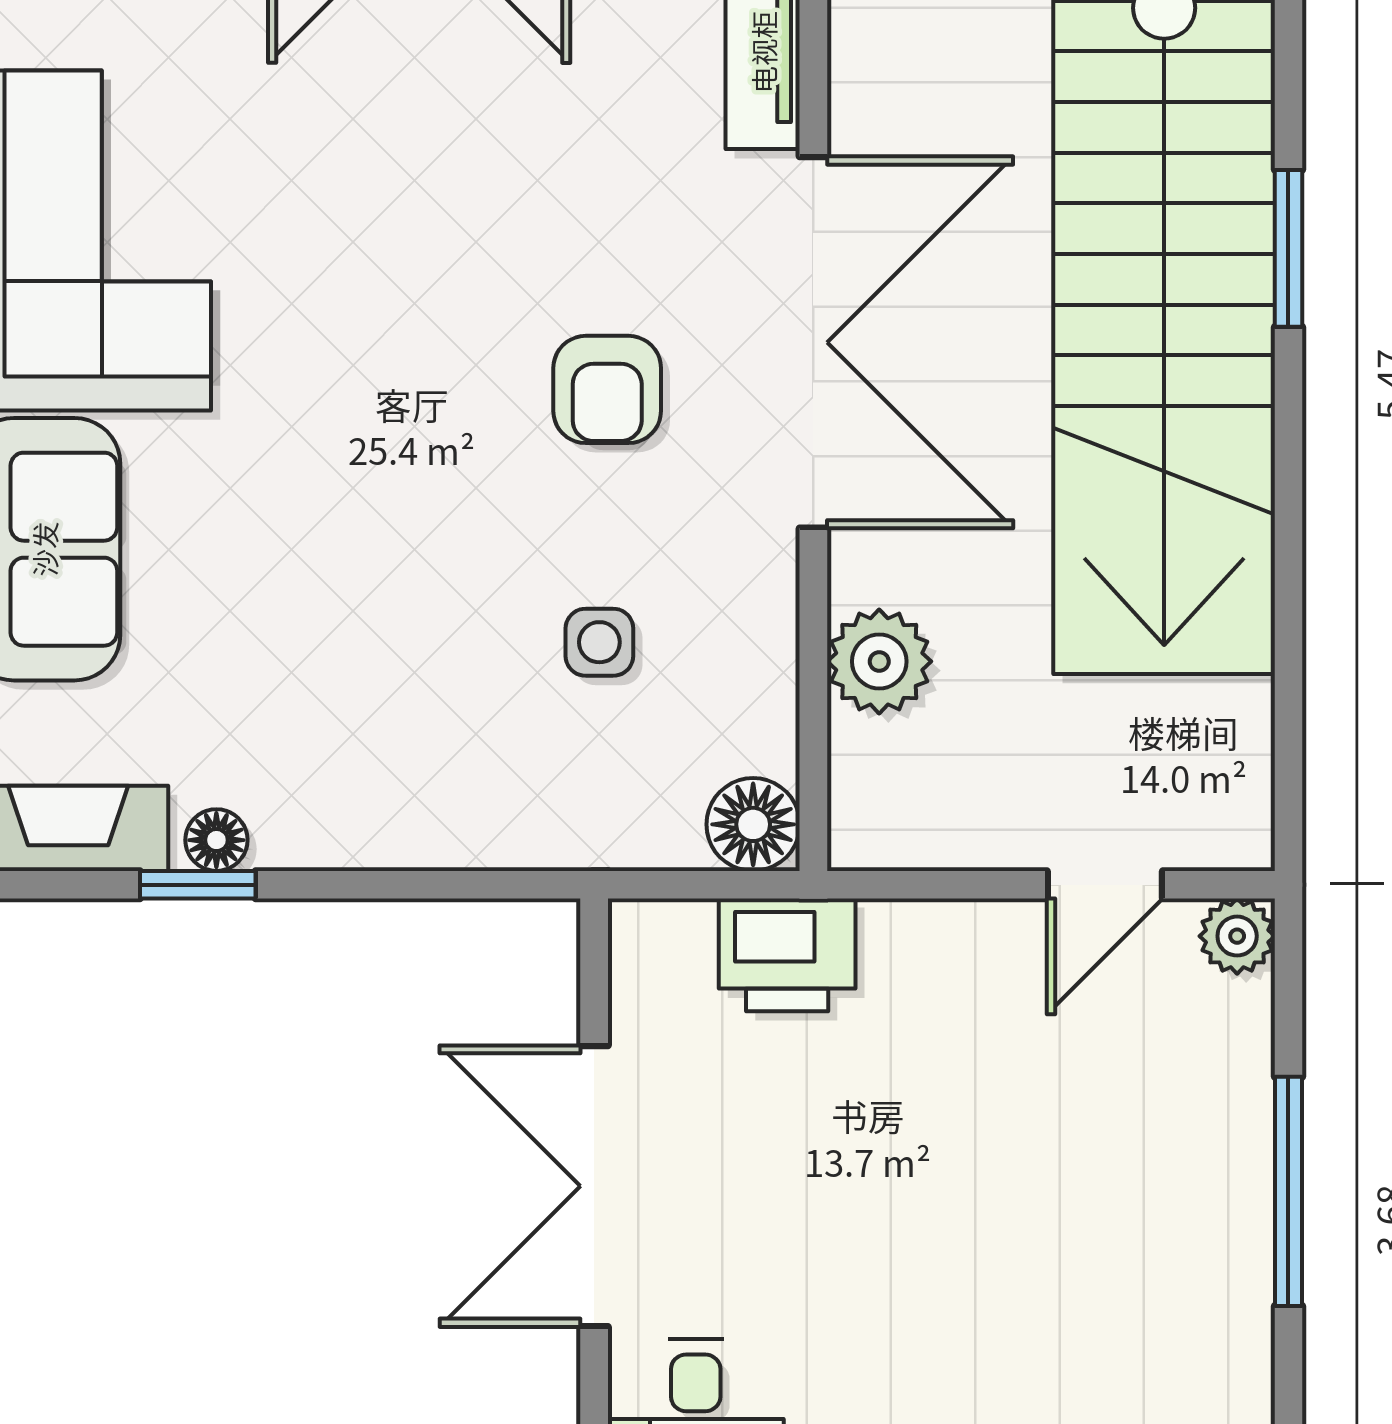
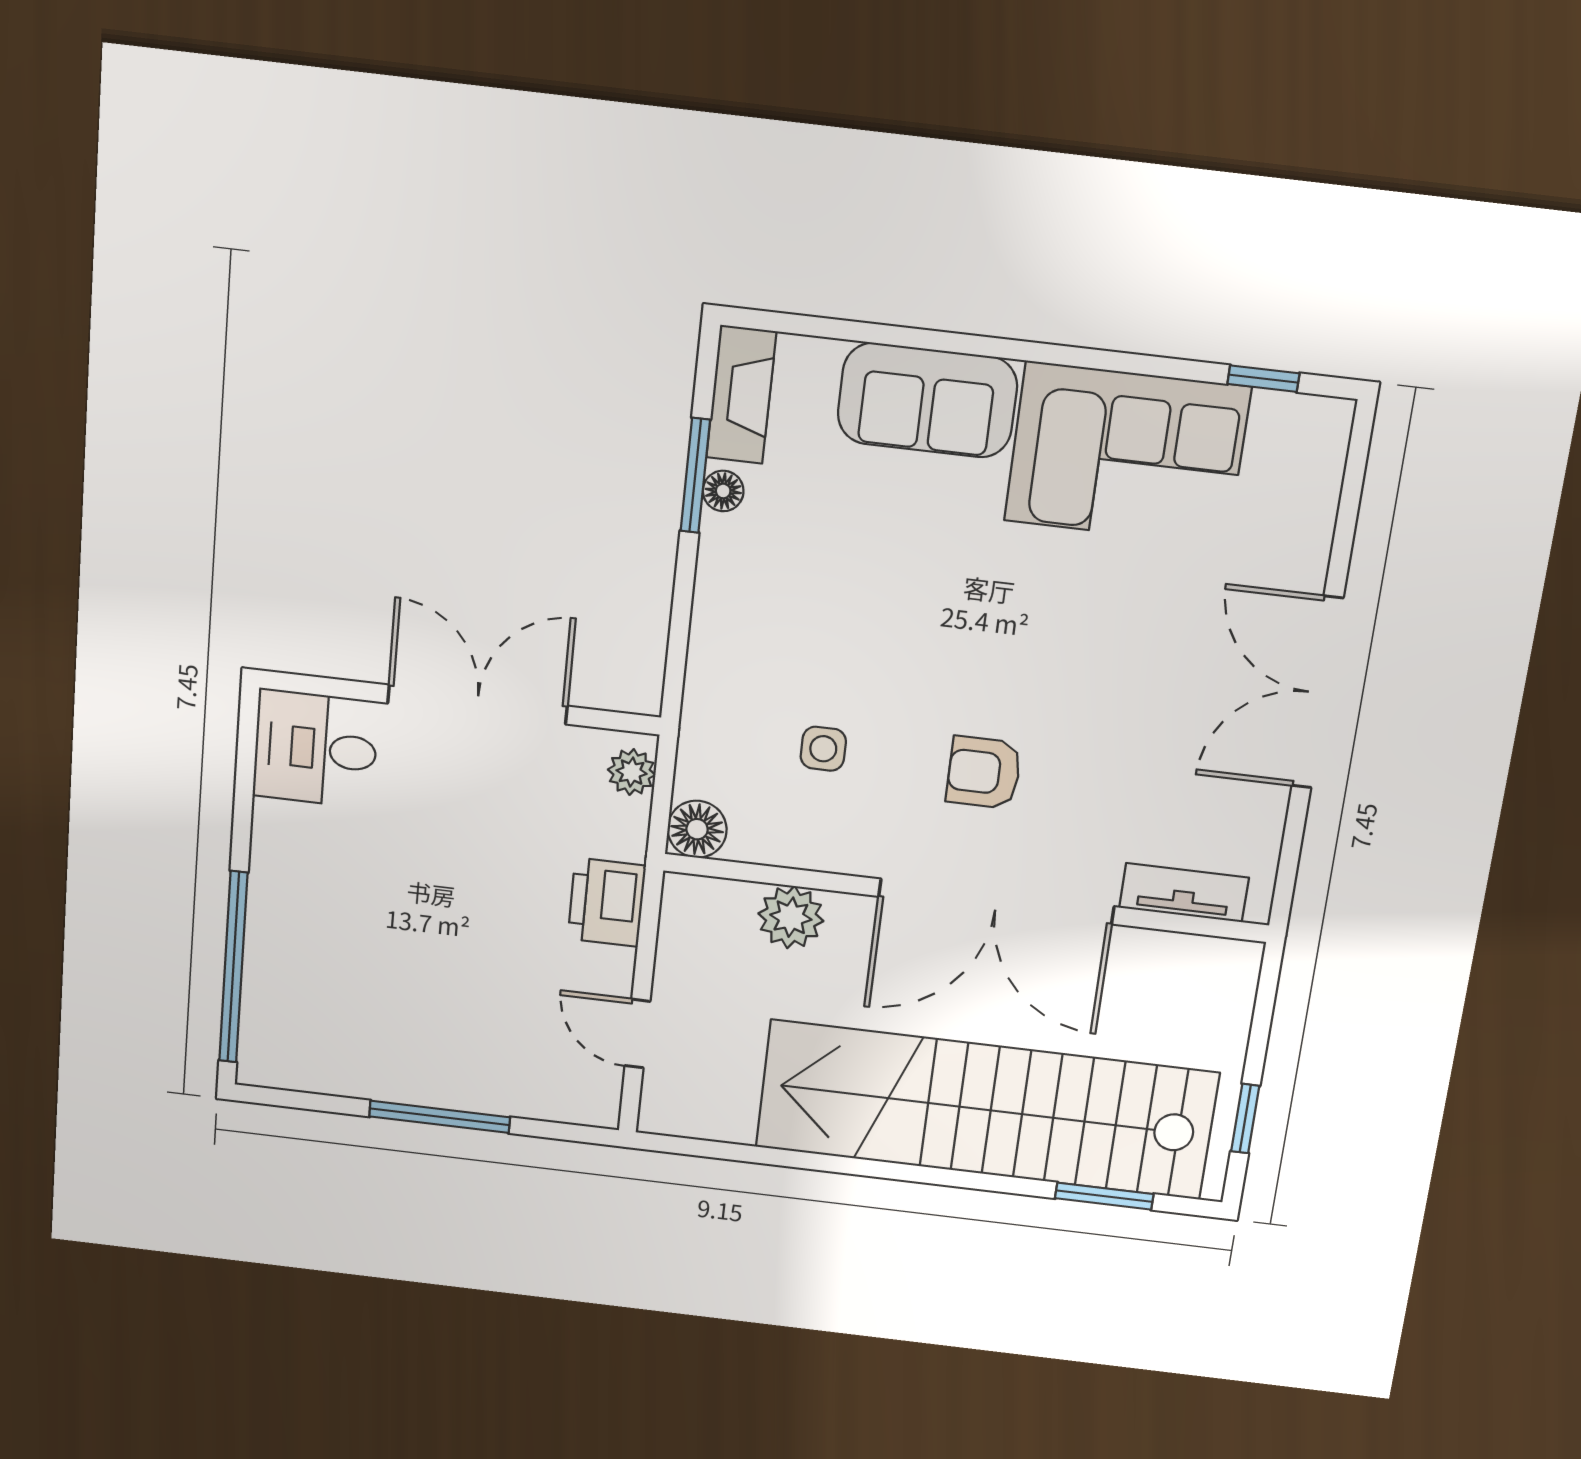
window: (1288, 248) -> (1104, 1196), moved
window: (198, 885) -> (695, 475), width x1.50
plant: (1237, 936) -> (632, 772), moved
printer: (787, 955) -> (607, 902), moved

